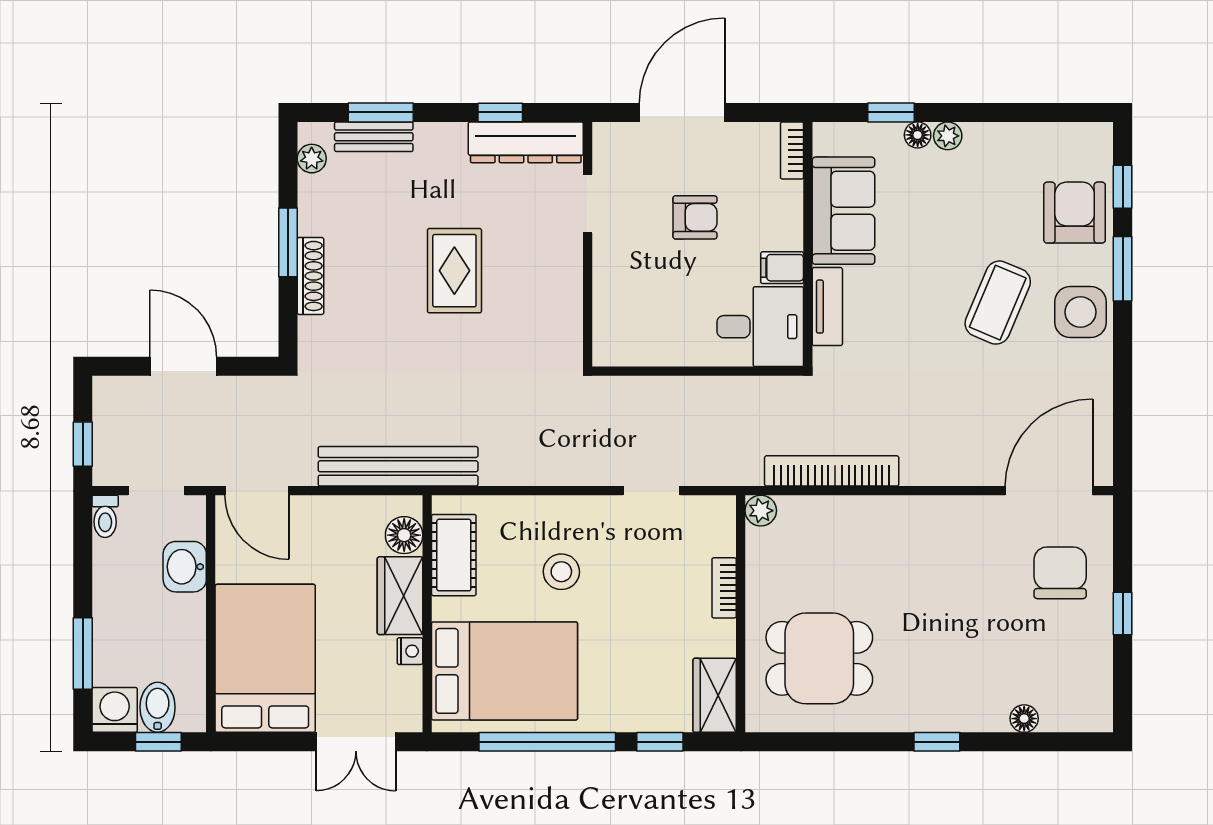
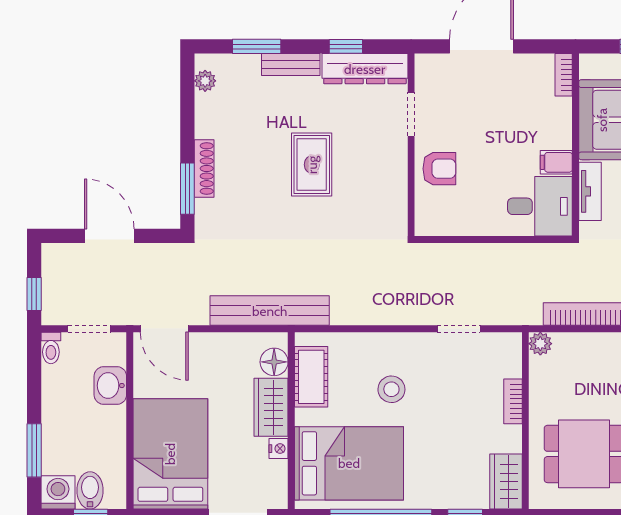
bench: (374, 137) -> (291, 65), moved
armchair: (695, 217) -> (439, 169), moved
window: (288, 242) -> (187, 189), moved

